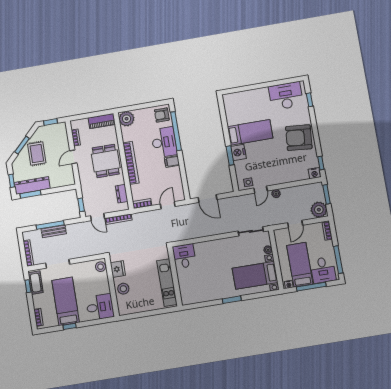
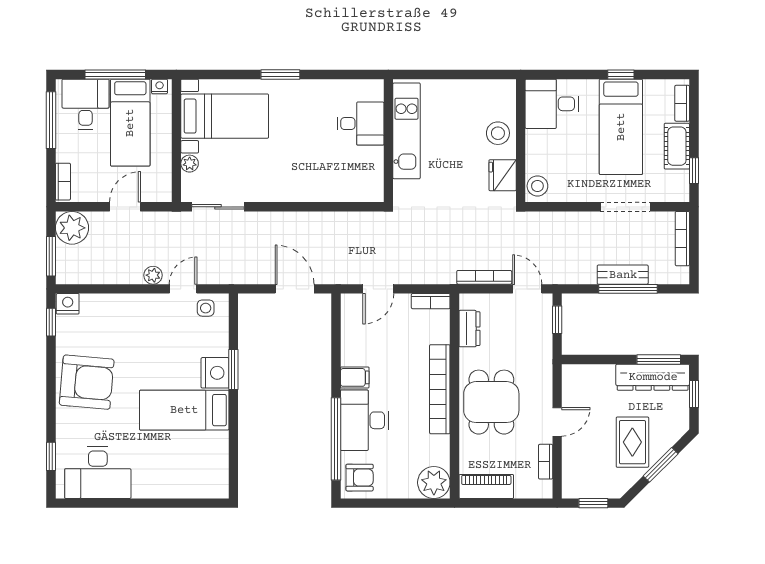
desk: (184, 256) -> (360, 124), moved, turned -90
cot: (36, 283) -> (677, 146), moved

